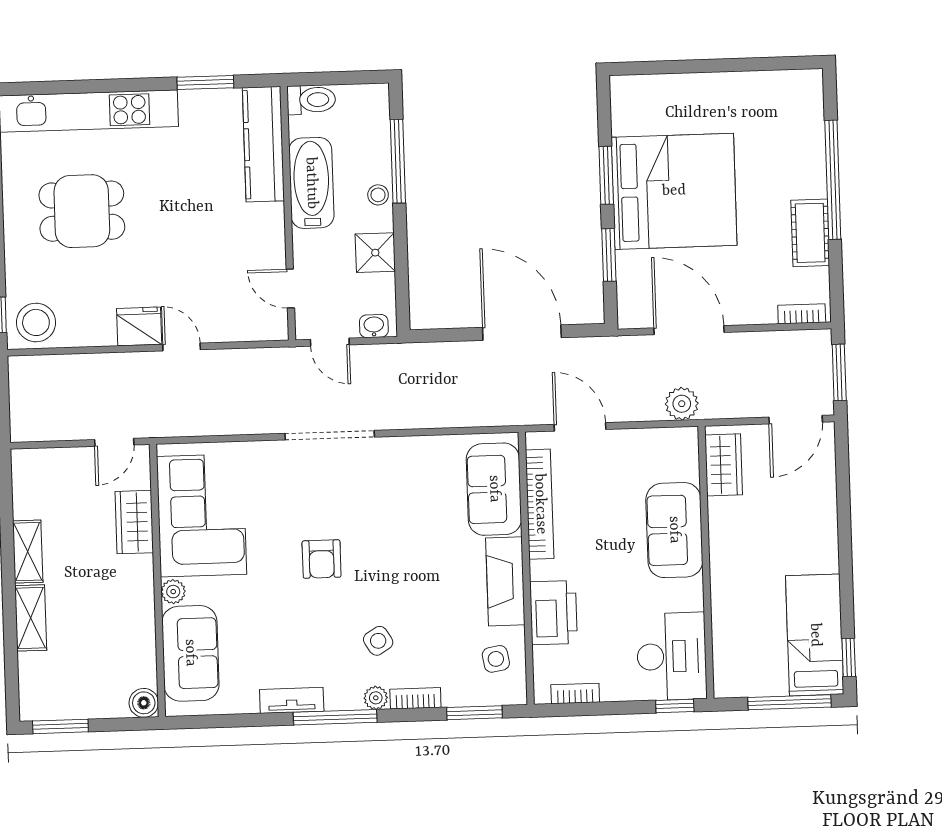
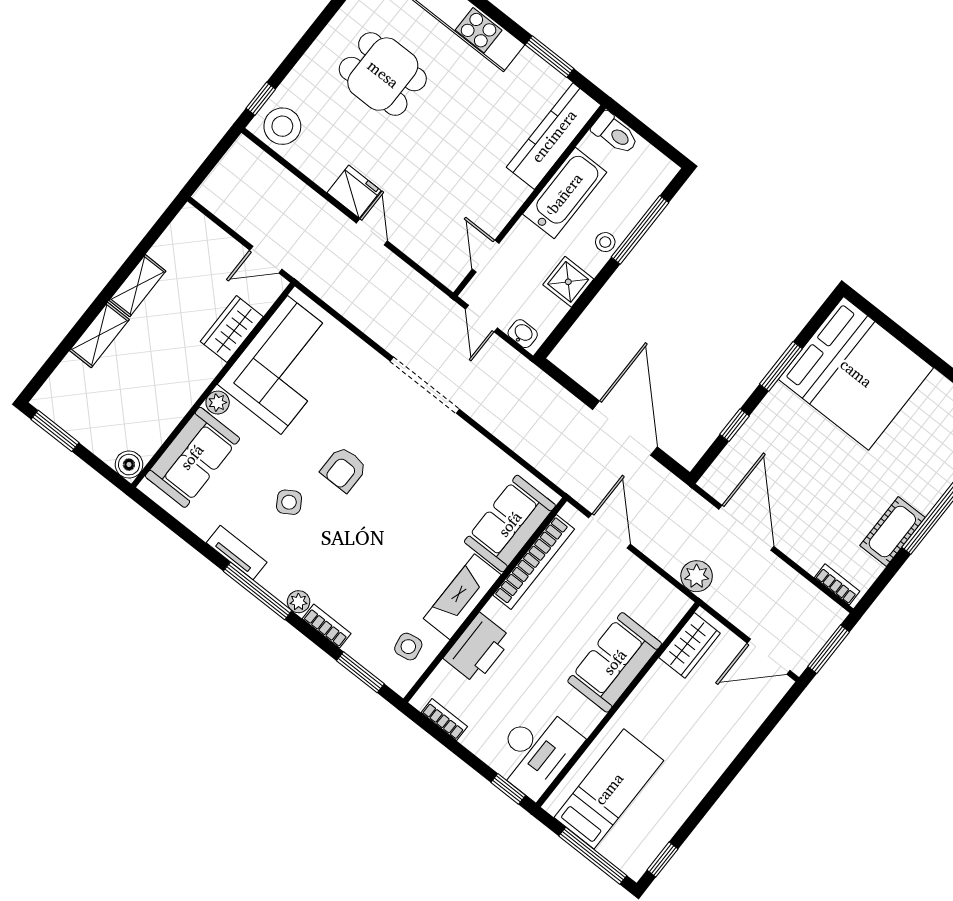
bed: (674, 191) -> (856, 373), moved
window: (609, 255) -> (735, 425), width x0.67
bed: (815, 635) -> (609, 789), moved
side table: (378, 641) -> (289, 502), moved

